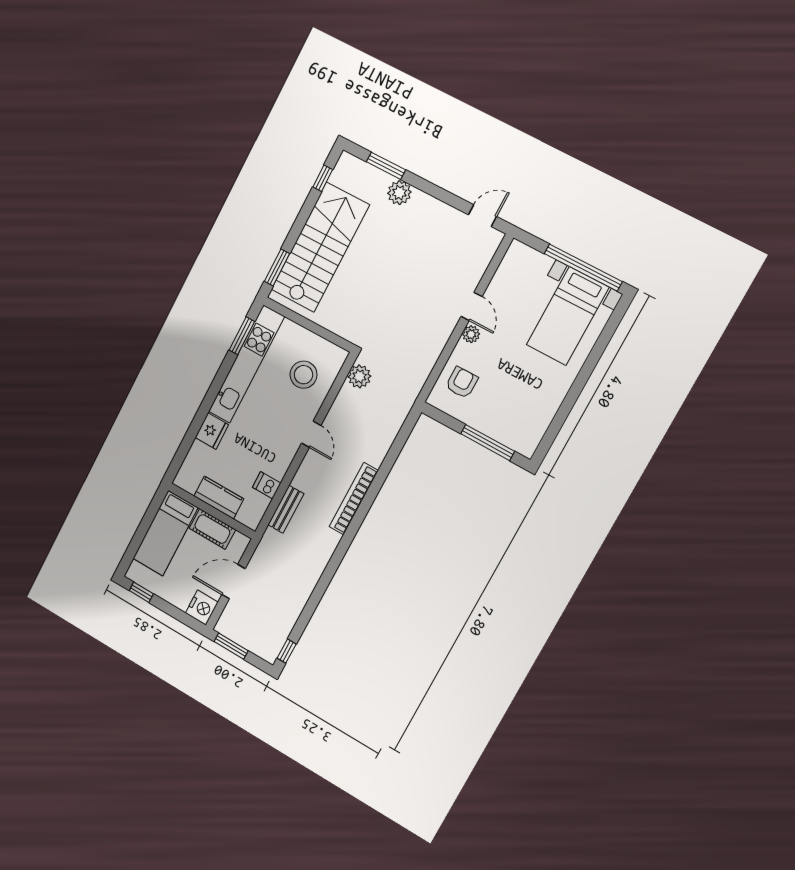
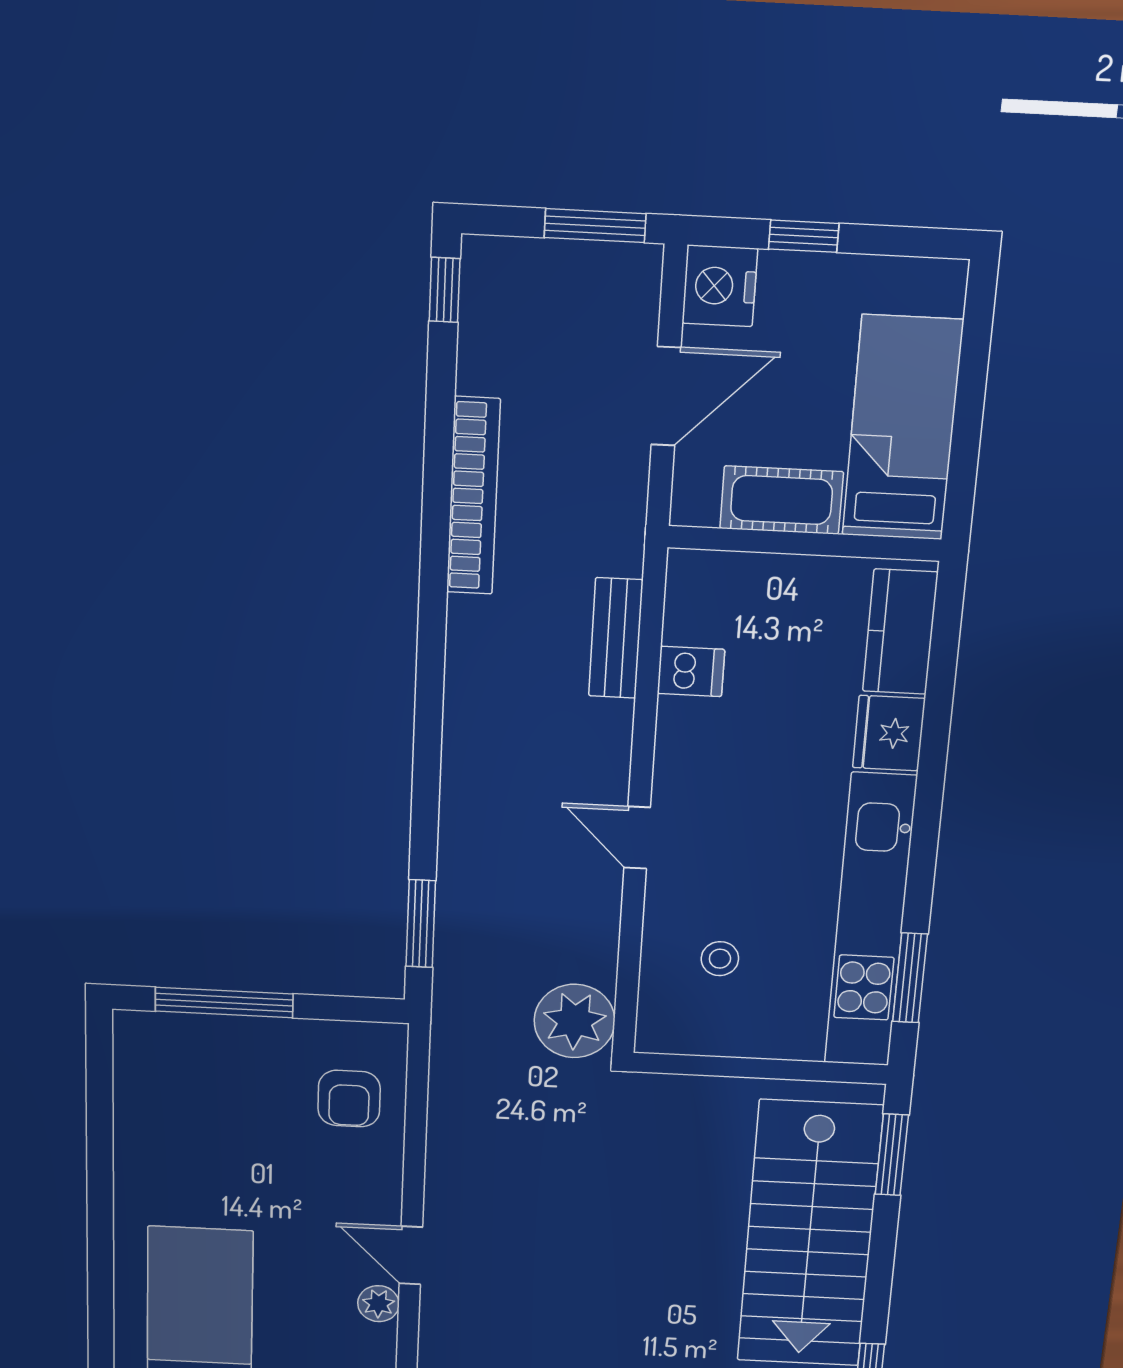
plant: (471, 334) -> (378, 1304), moved
stool: (303, 375) -> (720, 959), width x0.53, depth x0.53
plant: (359, 376) -> (575, 1021), width x1.36, depth x1.36
window: (401, 439) -> (421, 924), added
kitchen counter: (219, 497) -> (900, 632), moved, turned 90
bookcase: (354, 499) -> (473, 496), moved
window: (141, 592) -> (804, 236), moved

